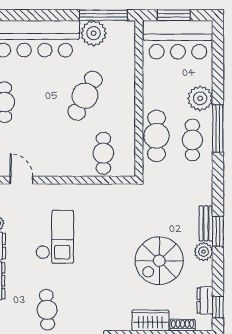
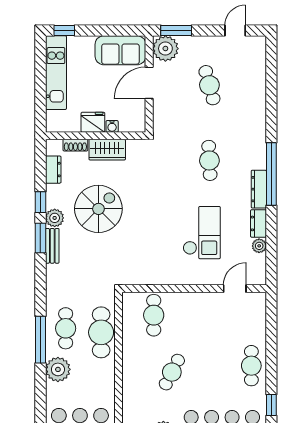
cafe table: (85, 96) -> (172, 372), width x0.73, depth x0.74
door: (21, 180) -> (235, 289), swing flipped
checkout: (55, 237) -> (202, 233), turned 180
window: (218, 307) -> (40, 202), moved

